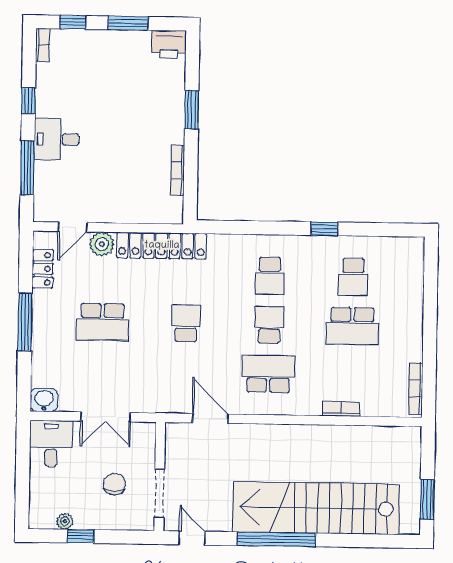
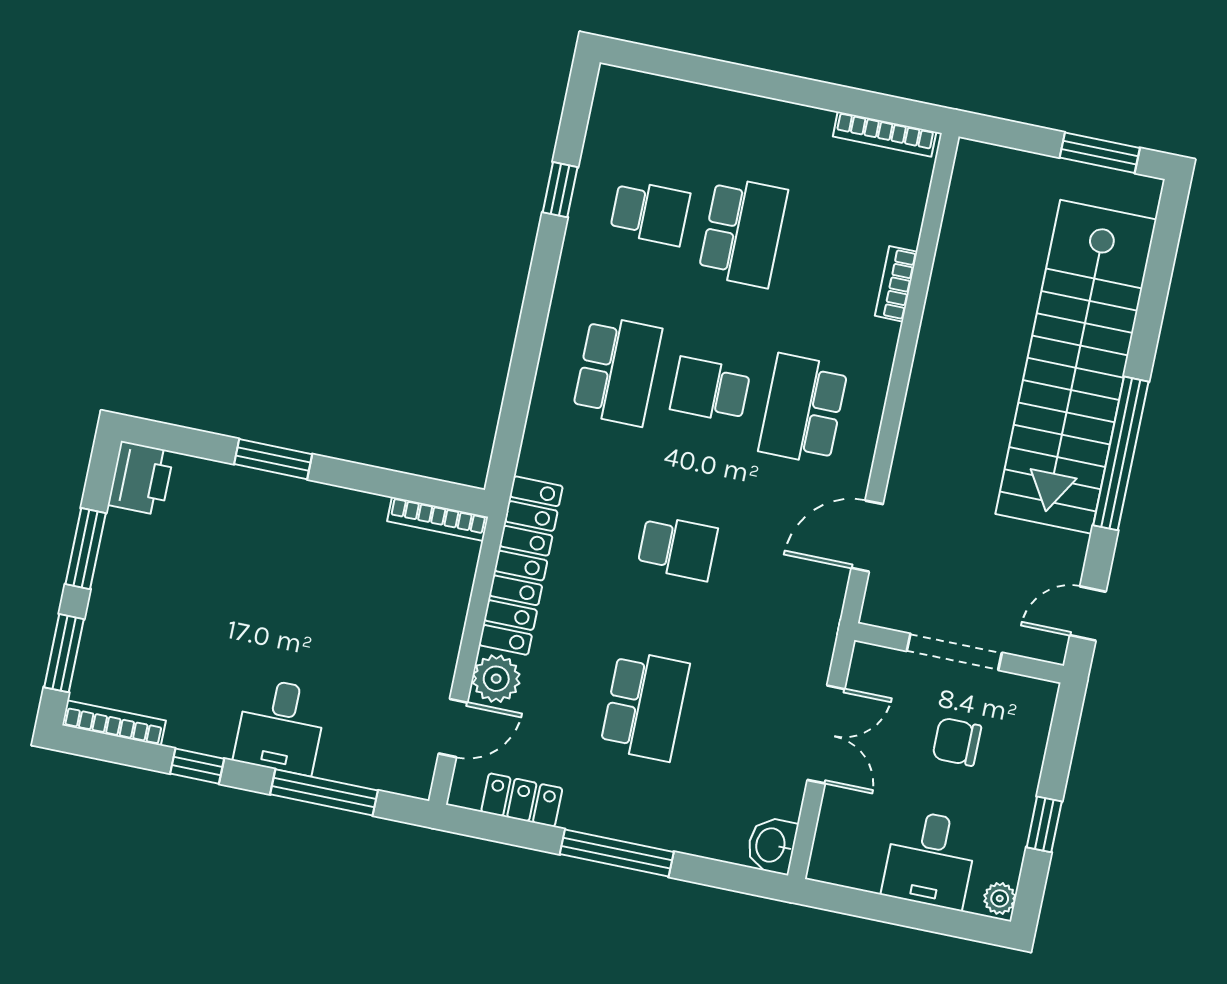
window: (73, 22) -> (64, 653), width x1.50
bookcase: (43, 45) -> (114, 723), width x1.56
bookcase: (178, 170) -> (438, 519), moved
door: (73, 227) -> (453, 728), hinge flipped
window: (324, 229) -> (560, 190), moved
school desk: (270, 276) -> (617, 371), width x1.85
school desk: (186, 323) -> (678, 548), turned 180
desk: (51, 444) -> (930, 859), moved, turned -90
doorway: (159, 493) -> (954, 652), moved
plant: (65, 521) -> (1000, 898), moved

